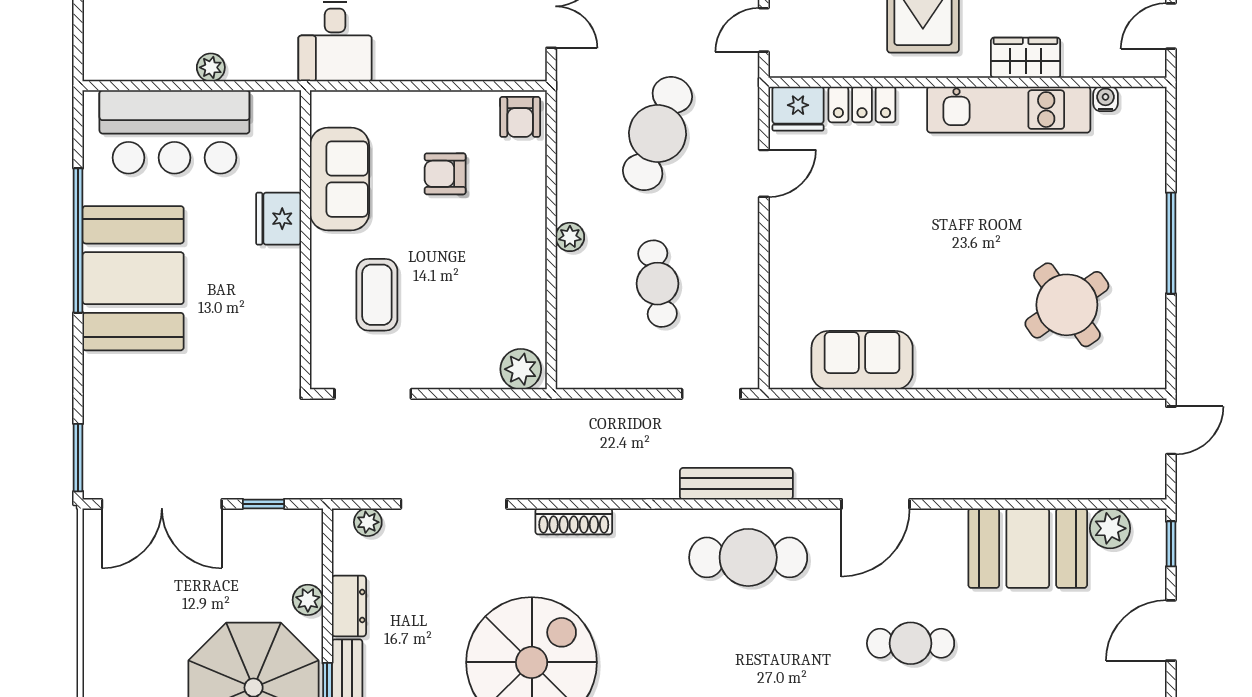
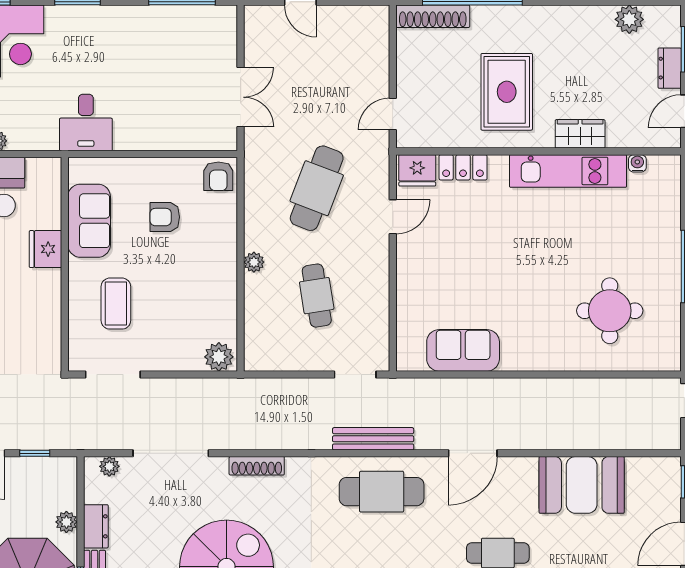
round table: (1067, 305) -> (610, 311), turned 35
plant: (1110, 528) -> (641, 471), removed

